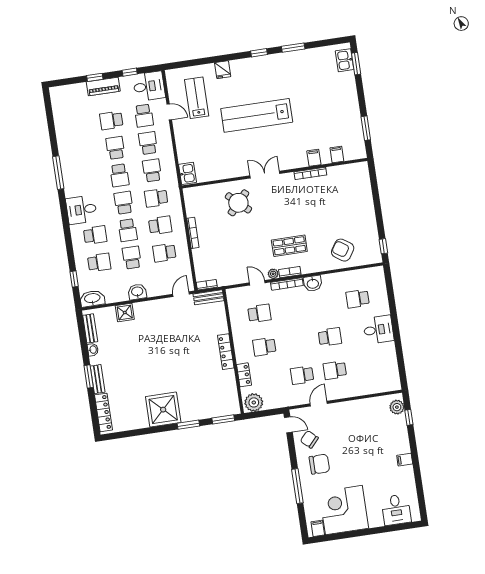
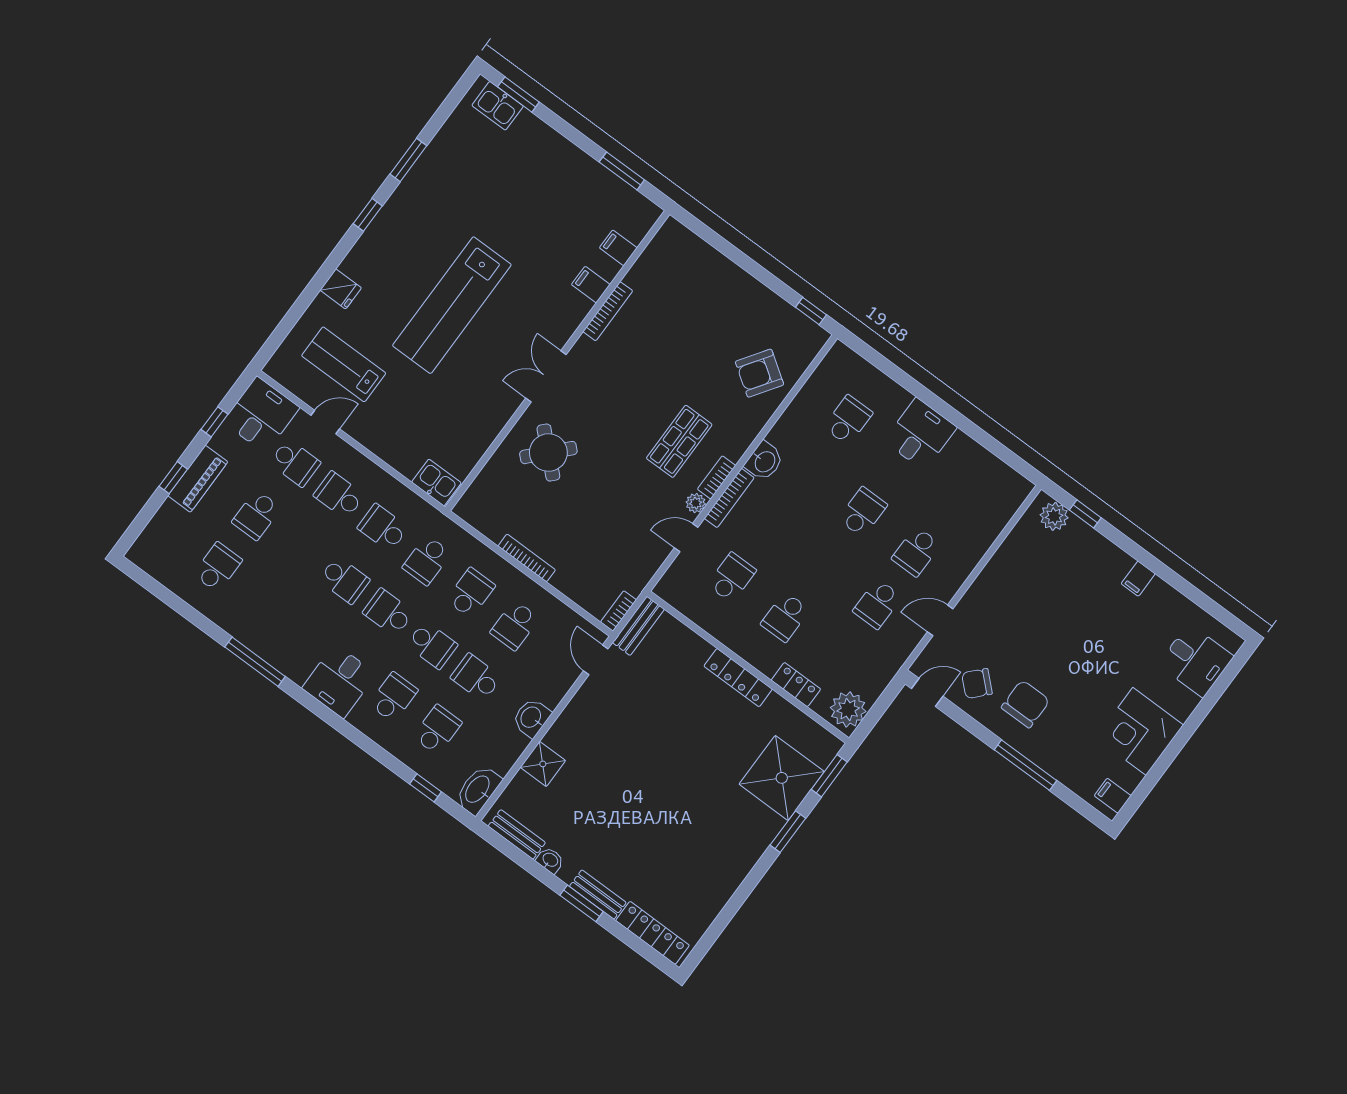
school desk: (115, 148) -> (218, 567), moved, turned 90
school desk: (358, 299) -> (848, 420), turned 180
door: (319, 404) -> (940, 620), hinge flipped
shower: (163, 410) -> (782, 778), moved
corner desk: (344, 510) -> (1139, 731), width x0.74, depth x0.74

